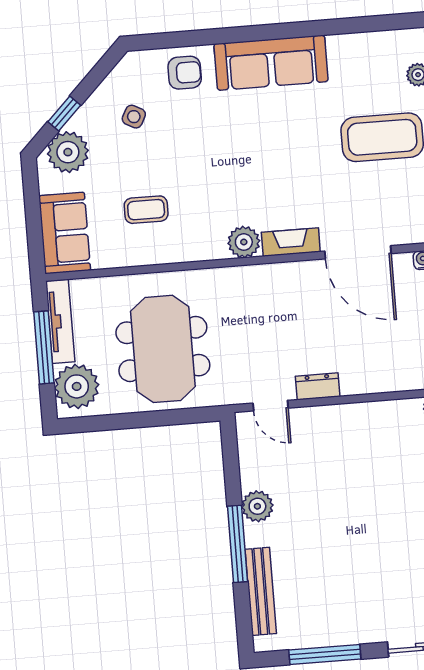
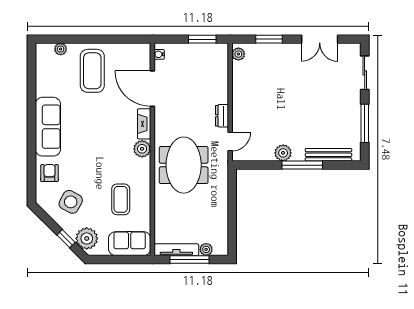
side table: (134, 117) -> (71, 202), width x1.87, depth x1.87
coffee table: (146, 210) -> (121, 199), width x1.36, depth x1.30
door: (358, 252) -> (152, 89), swing flipped
meeting table: (163, 349) -> (184, 165), moved, turned 90
plant: (77, 386) -> (206, 249), width x0.53, depth x0.53

